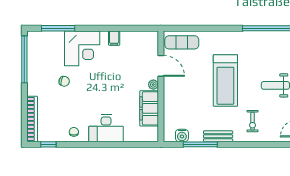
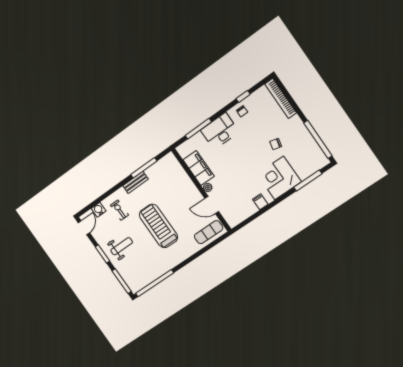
water cooler: (182, 135) -> (99, 210), moved
window: (48, 144) -> (243, 96), moved
window: (124, 144) -> (198, 129), added

